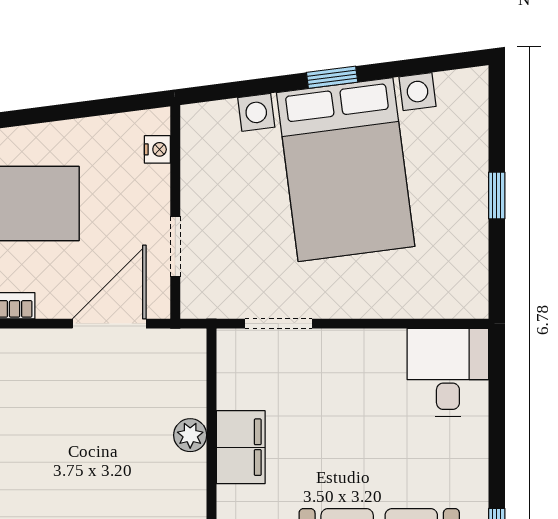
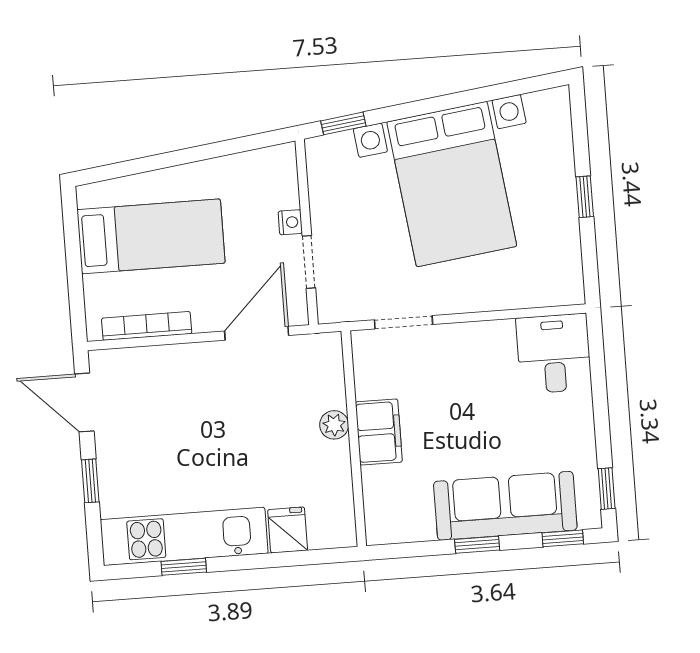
window: (332, 77) -> (343, 123), moved
nightstand: (157, 149) -> (290, 222), moved

